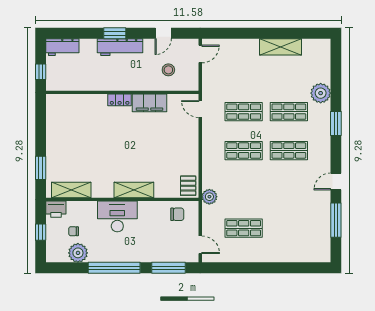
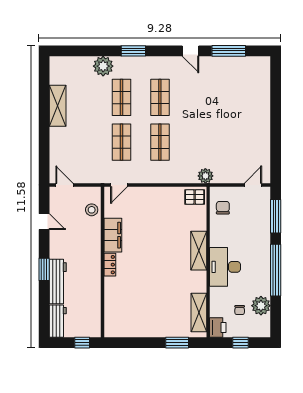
workbench: (120, 47) -> (58, 281), moved
stool: (168, 70) -> (92, 210), moved
shop shelf: (244, 228) -> (237, 142), removed

